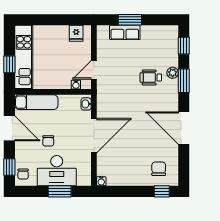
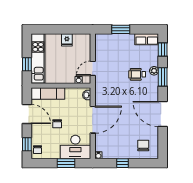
row of seats: (125, 32) -> (147, 39), moved
fridge: (76, 33) -> (67, 40), moved
desk: (57, 171) -> (75, 147), moved
window: (162, 191) -> (123, 163), moved

